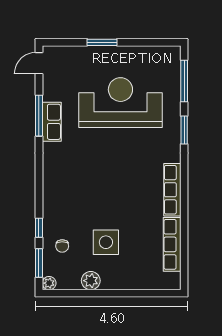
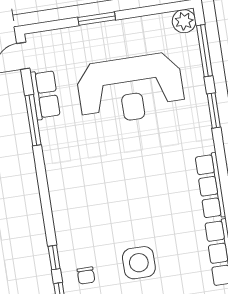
plant: (171, 55) -> (184, 21), added
reception desk: (120, 103) -> (130, 89), turned 180
row of seats: (52, 122) -> (45, 95), moved

